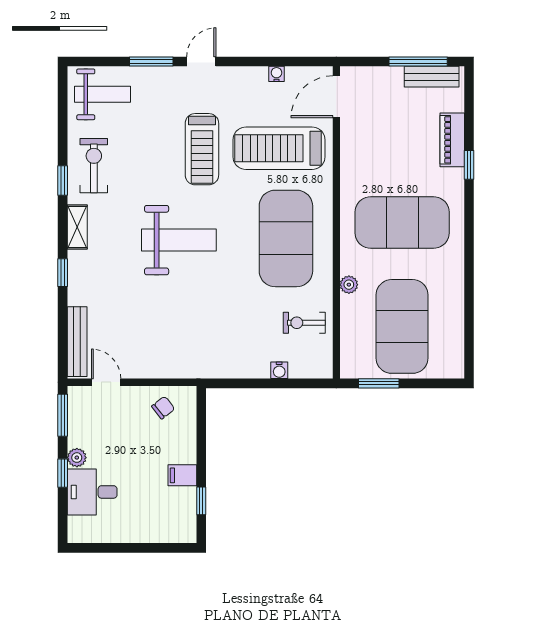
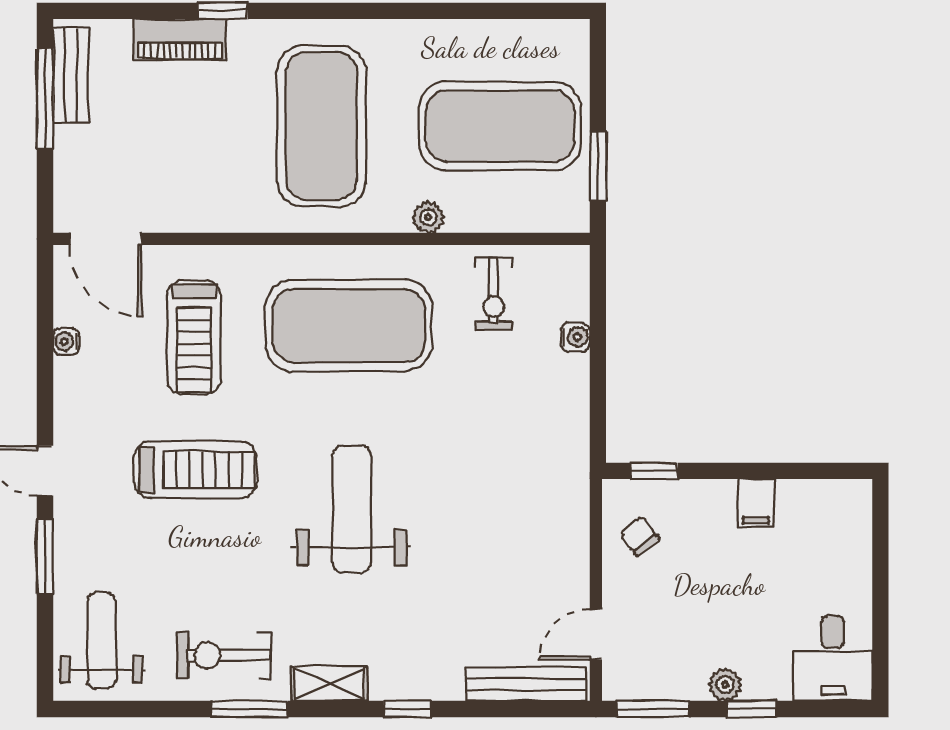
treadmill: (279, 148) -> (194, 337), width x0.73, depth x0.73
window: (63, 181) -> (249, 709), width x1.50
desk: (92, 492) -> (833, 658), moved
window: (201, 501) -> (654, 471), moved

